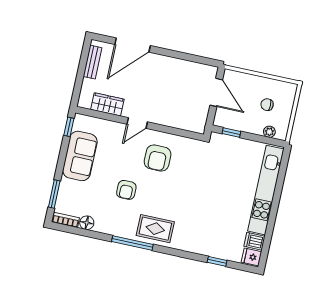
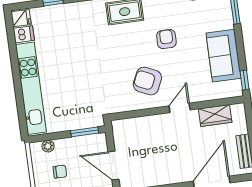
window: (231, 133) -> (85, 132), width x1.50
armchair: (158, 158) -> (147, 81), turned -65

